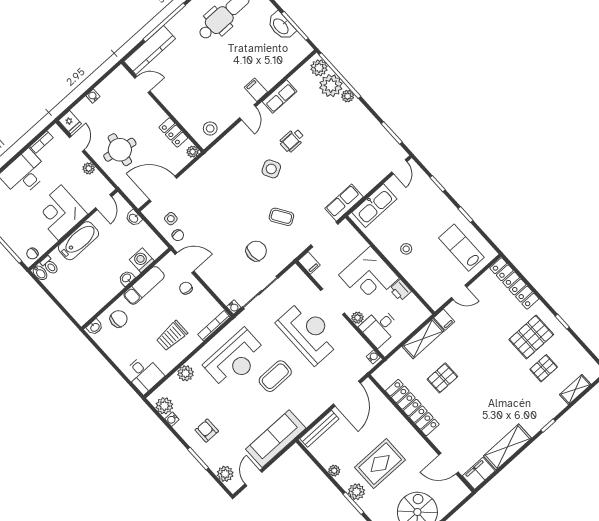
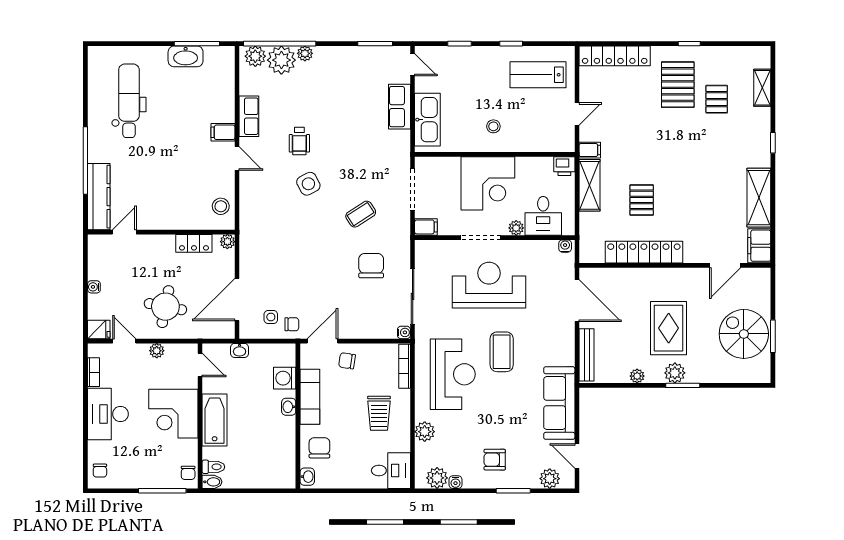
row of seats: (344, 203) -> (400, 107), moved
printer: (400, 290) -> (564, 166), moved

